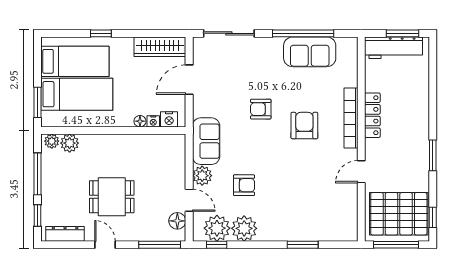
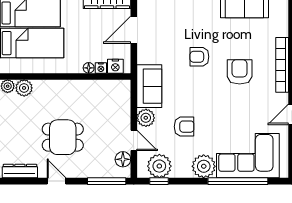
corner sofa: (314, 217) -> (248, 156), added
plant: (244, 228) -> (204, 166), moved
window: (303, 245) -> (238, 181), width x2.11

